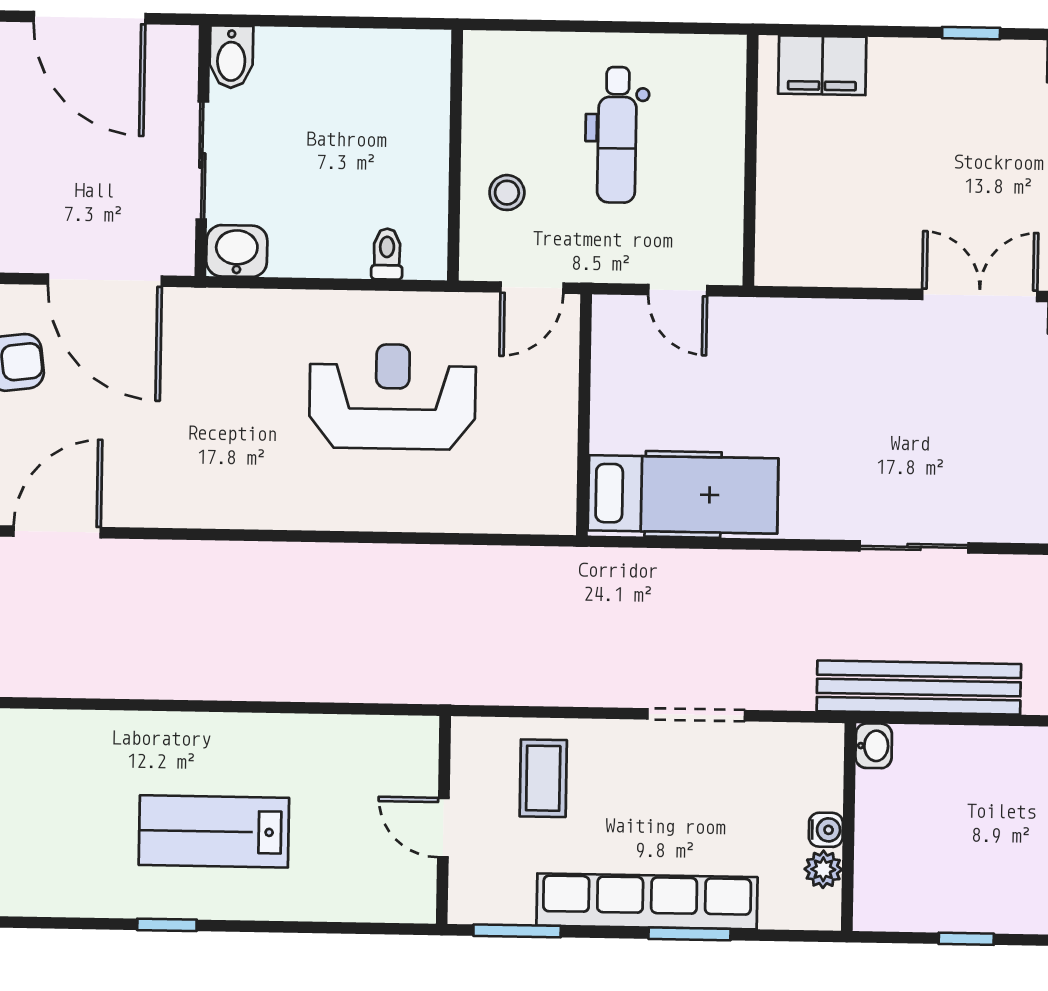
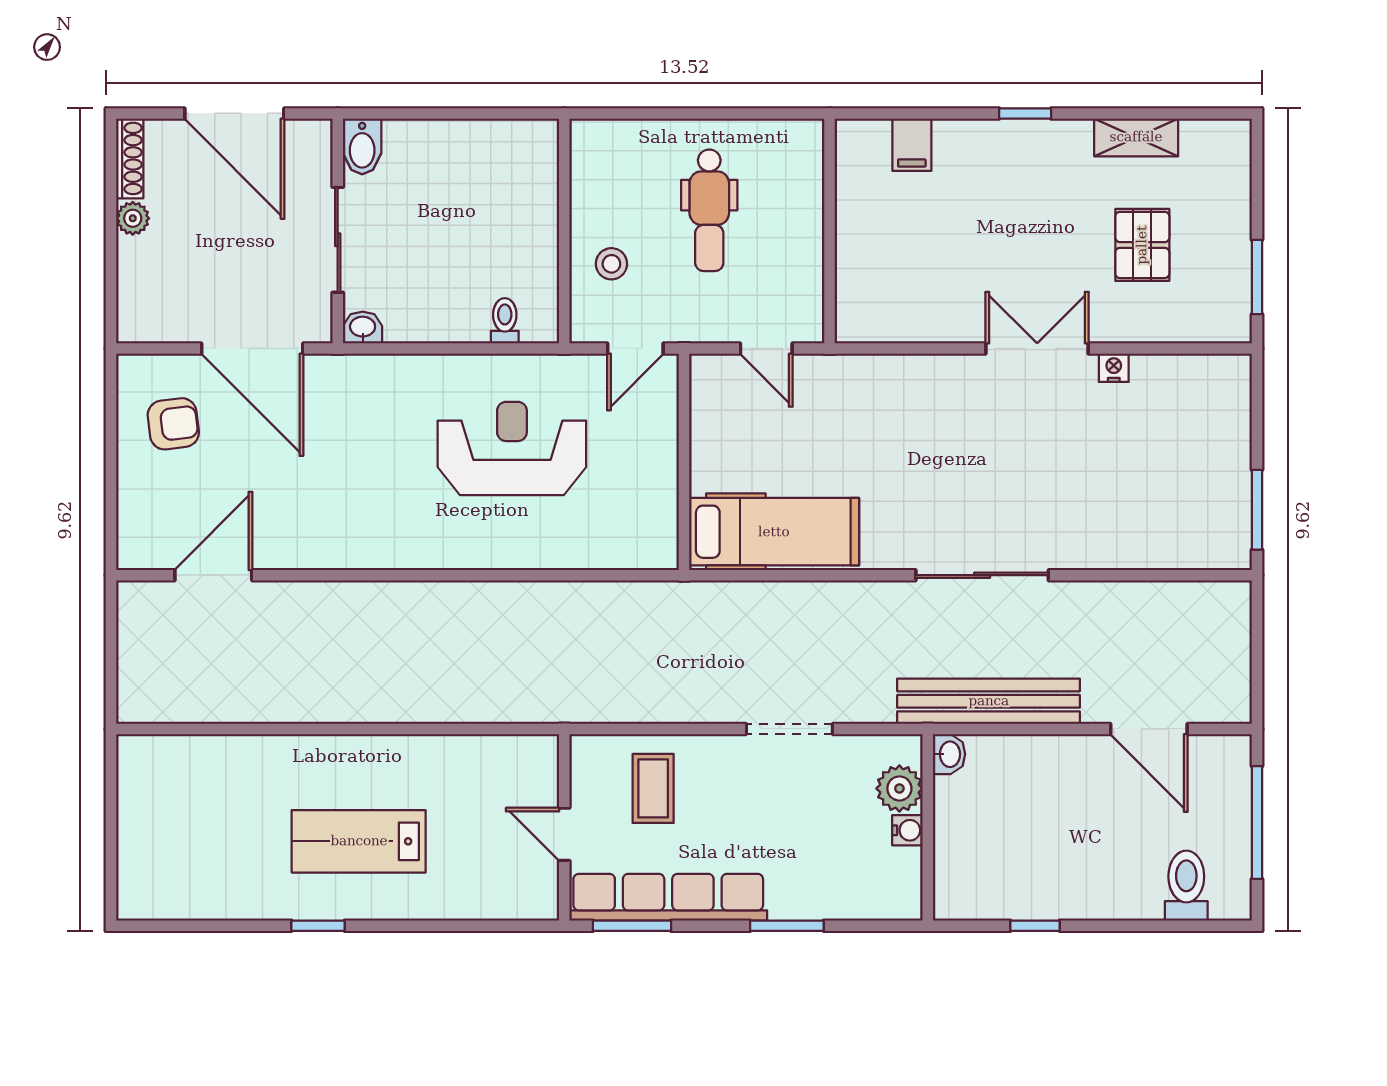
filing cabinet: (822, 65) -> (912, 145), width x0.50
washbasin: (237, 251) -> (363, 328), width x0.72, depth x0.69
sliding door: (914, 547) -> (982, 575), width x1.37
plant: (823, 869) -> (899, 788), moved, width x1.38, depth x1.38
row of seats: (647, 901) -> (668, 897), moved

